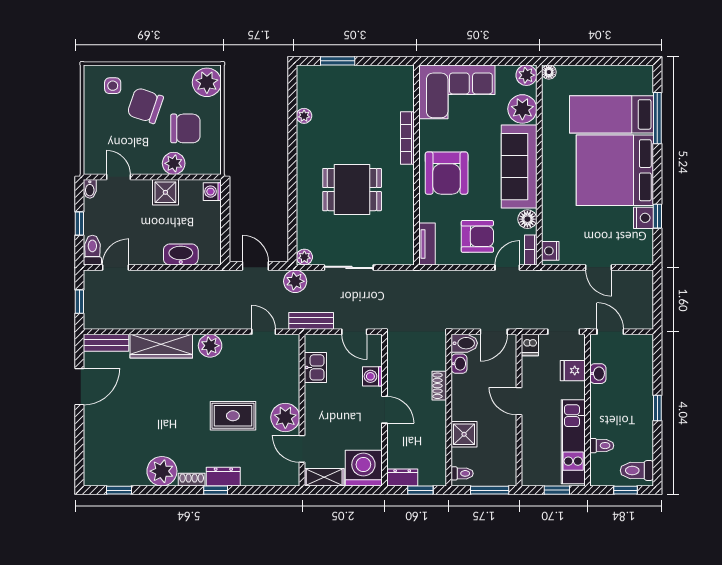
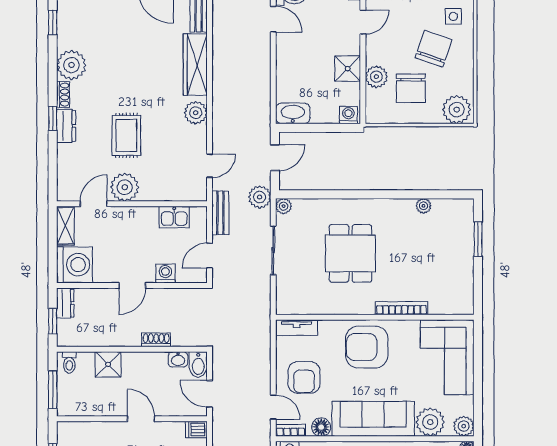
washbasin: (181, 254) -> (293, 113), moved, turned -90
door: (519, 401) -> (141, 419), hinge flipped

